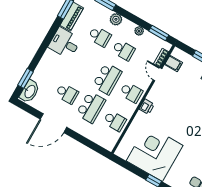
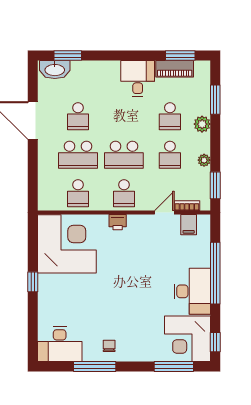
corner desk: (155, 153) -> (67, 244), moved

